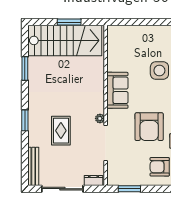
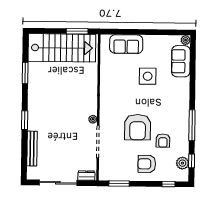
window: (69, 22) -> (77, 31), moved
sofa: (117, 90) -> (126, 44), moved, turned 90
rug: (61, 131) -> (57, 130), removed
bench: (33, 166) -> (32, 149), moved

